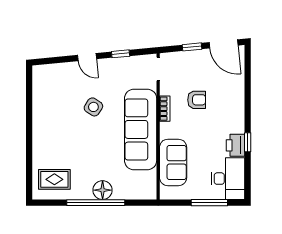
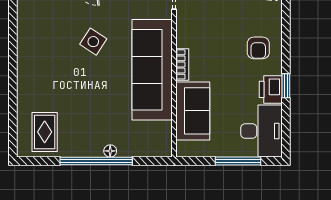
armchair: (197, 100) -> (258, 48), moved, turned 90
bookcase: (165, 109) -> (182, 64), moved
rug: (54, 179) -> (45, 132), turned 90
floor lamp: (103, 190) -> (110, 151), width x0.53, depth x0.53

